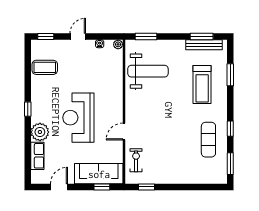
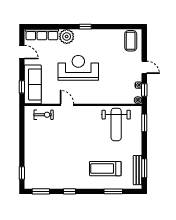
window: (46, 37) -> (144, 90), moved
coffee table: (45, 67) -> (131, 41), moved
exercise mat: (208, 140) -> (60, 174), removed
row of seats: (37, 156) -> (42, 34), width x1.48
window: (146, 187) -> (22, 173), moved

